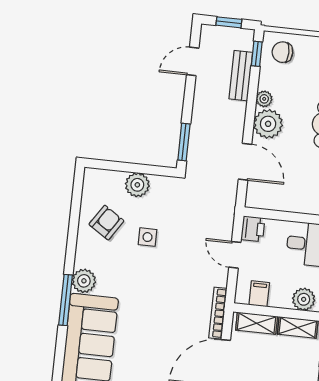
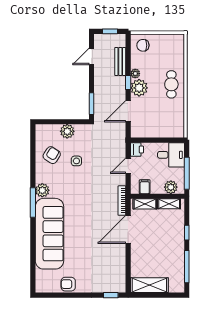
window: (257, 54) -> (128, 83), moved
door: (245, 162) -> (128, 111), swing flipped
door: (235, 255) -> (128, 166), hinge flipped

